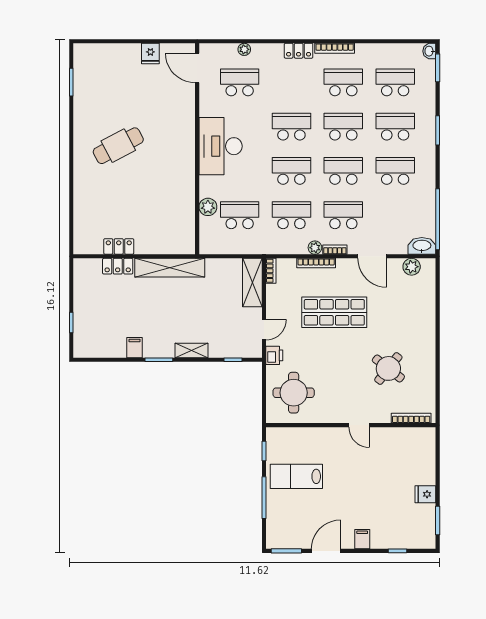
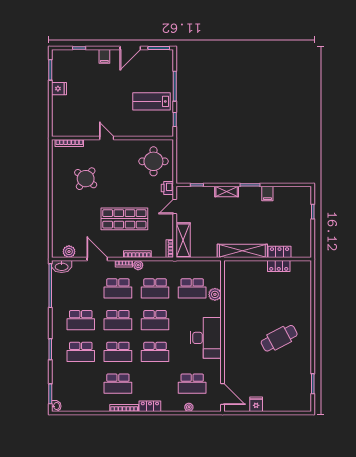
school desk: (395, 82) -> (81, 384), removed
lab bench: (296, 476) -> (152, 101), turned 180

